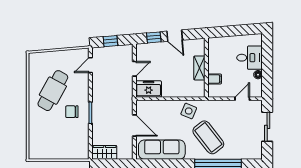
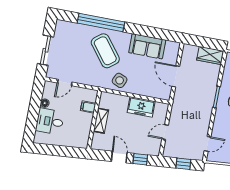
freezer: (149, 89) -> (141, 107), moved
sofa: (162, 150) -> (147, 46), width x0.73

